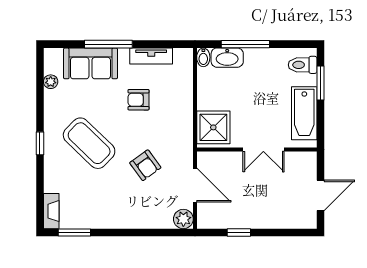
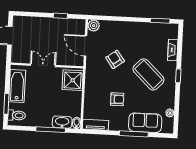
tv unit: (151, 56) -> (96, 125), moved
fireplace: (51, 211) -> (173, 50), moved

